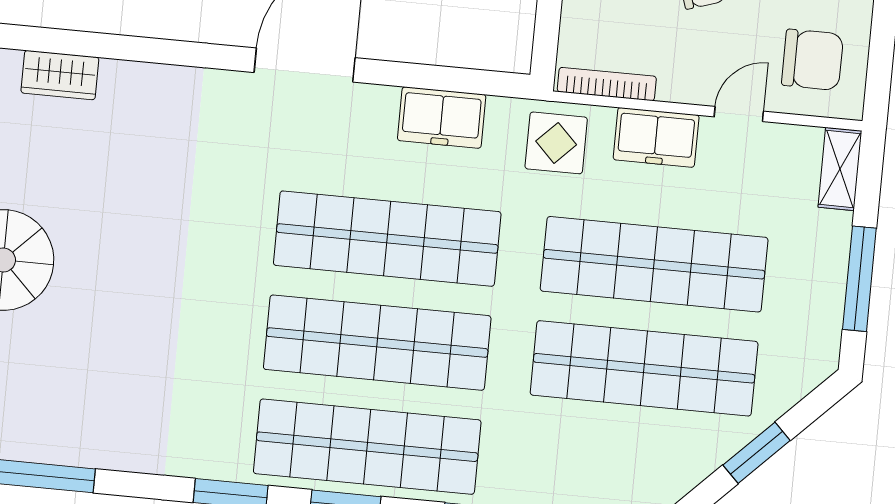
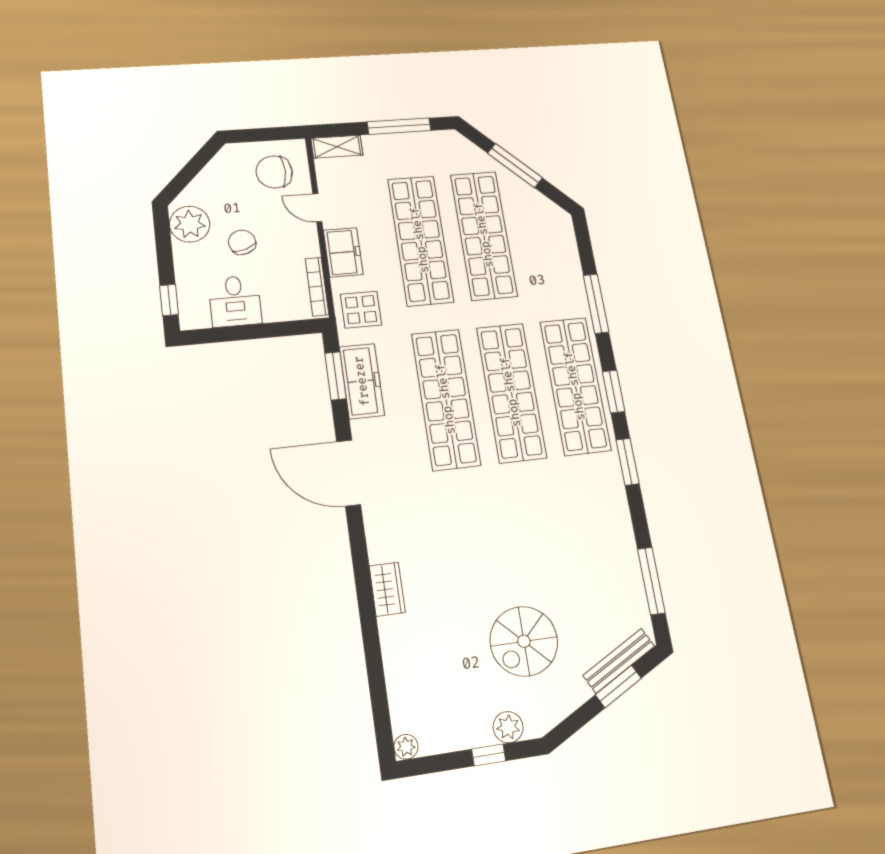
chair: (812, 60) -> (274, 172), turned -90
wardrobe: (60, 75) -> (387, 589), moved
window: (458, 80) -> (336, 376), added
freezer: (442, 118) -> (362, 381), width x1.40
window: (757, 453) -> (515, 166), width x1.44

